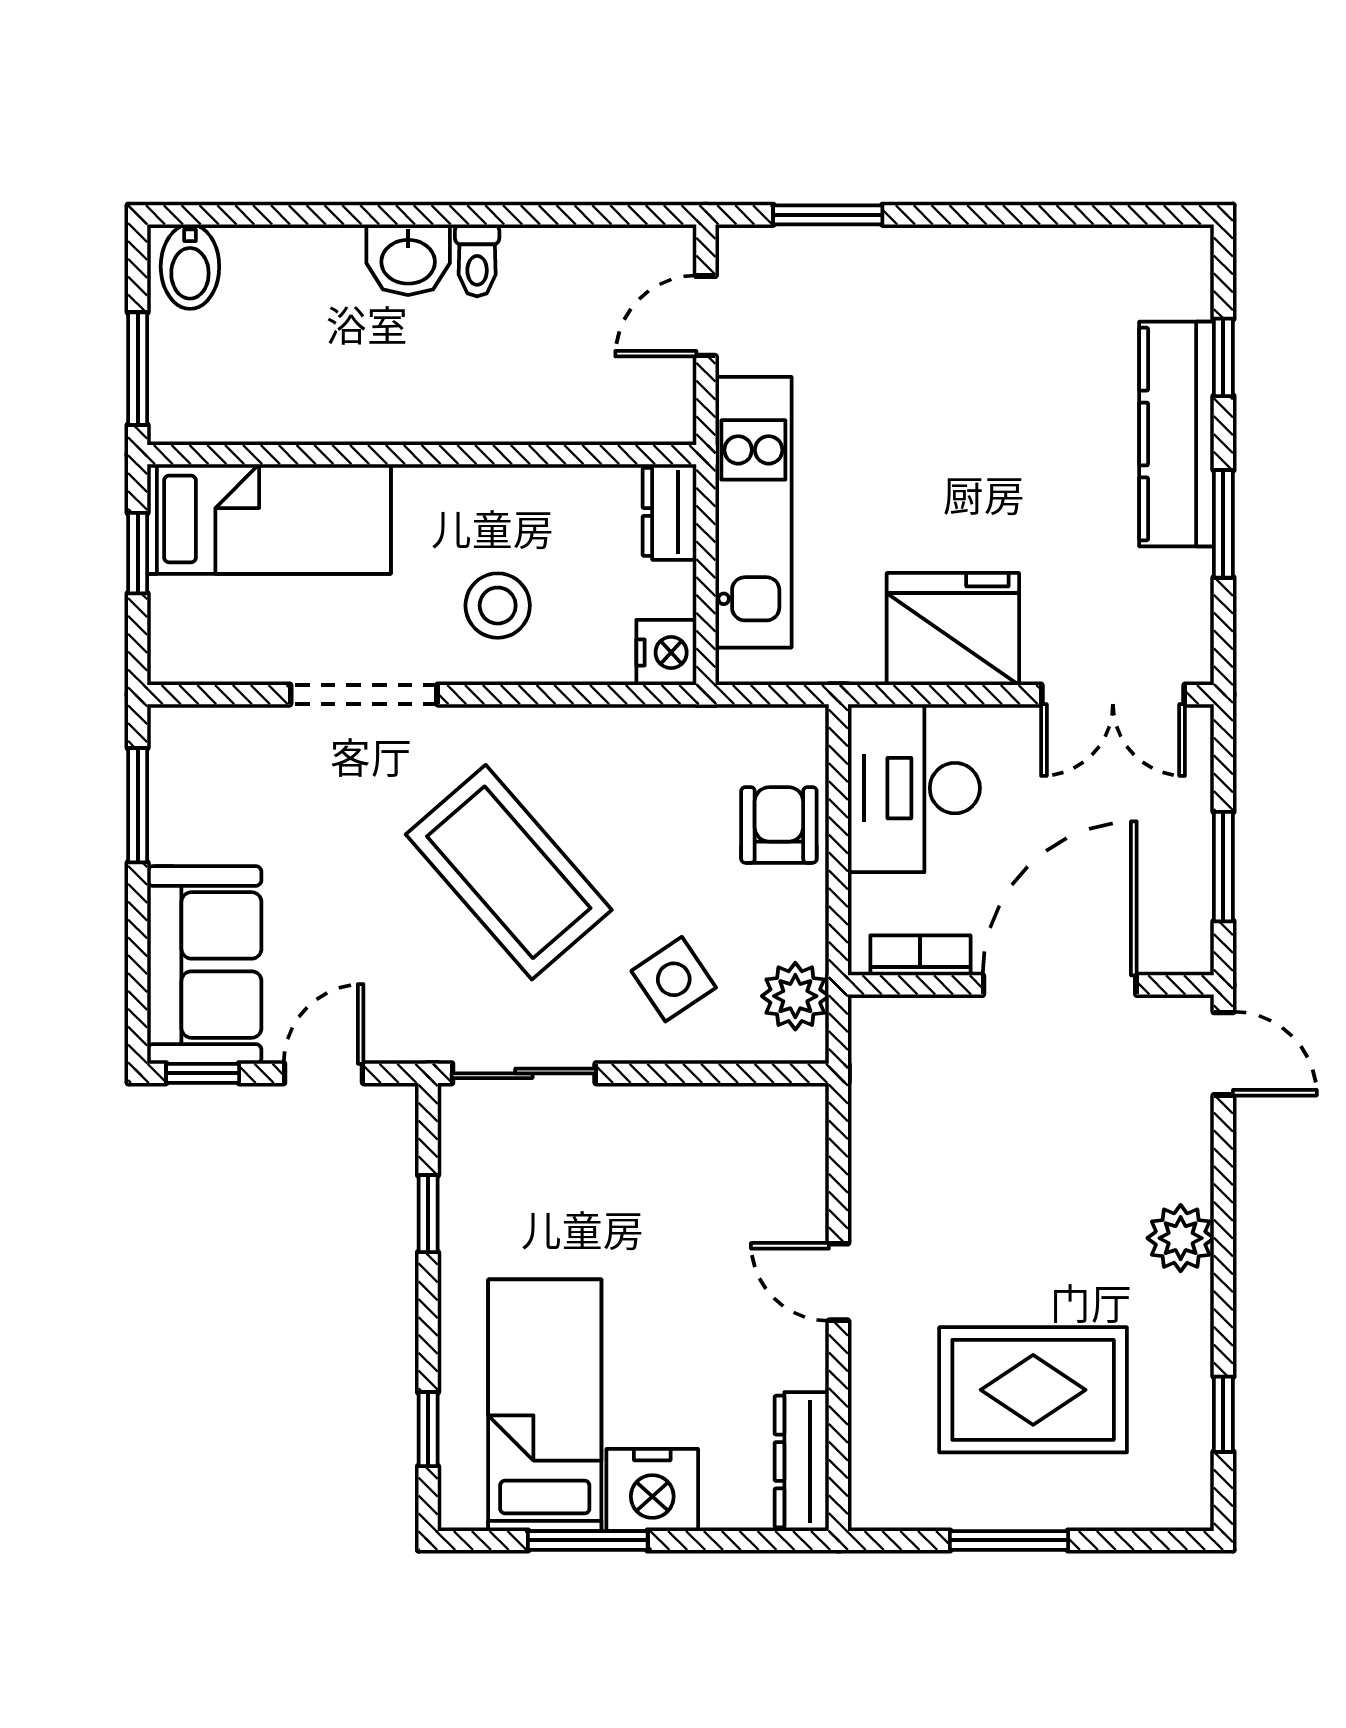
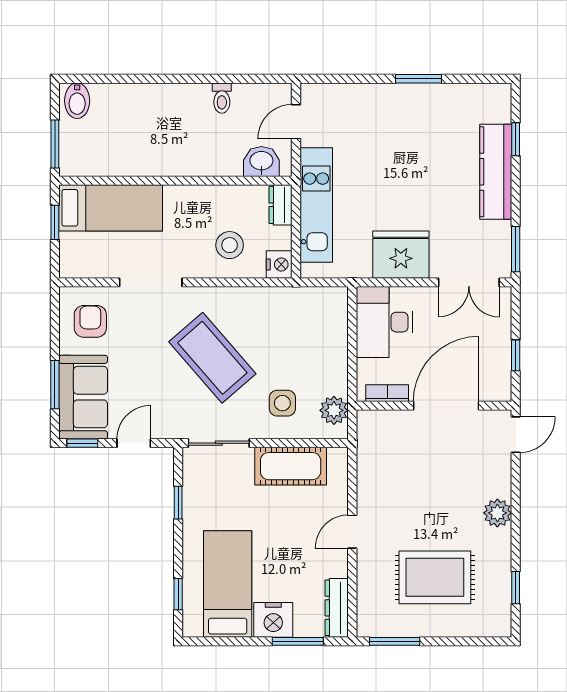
window: (828, 215) -> (419, 79), moved
washbasin: (408, 260) -> (261, 162), moved, turned 180
toilet: (477, 260) -> (222, 98), moved
window: (1223, 524) -> (516, 249), moved
stool: (498, 606) -> (230, 245), moved
window: (138, 805) -> (55, 385), moved
armchair: (779, 825) -> (90, 321), moved
window: (1223, 867) -> (516, 355), width x0.67
side table: (674, 979) -> (282, 403), turned 34
door: (1223, 1054) -> (516, 435), hinge flipped
cot: (693, 1128) -> (291, 466), added
door: (838, 1282) -> (352, 532), hinge flipped
window: (588, 1540) -> (298, 641), moved
window: (1009, 1540) -> (395, 641), moved

